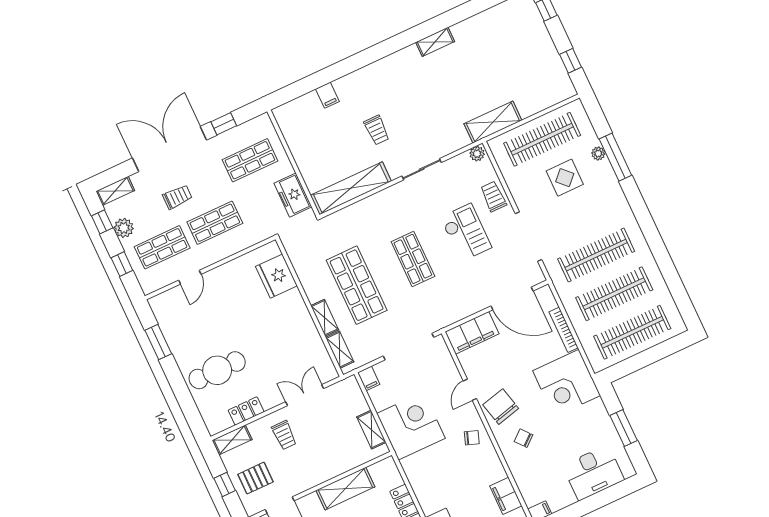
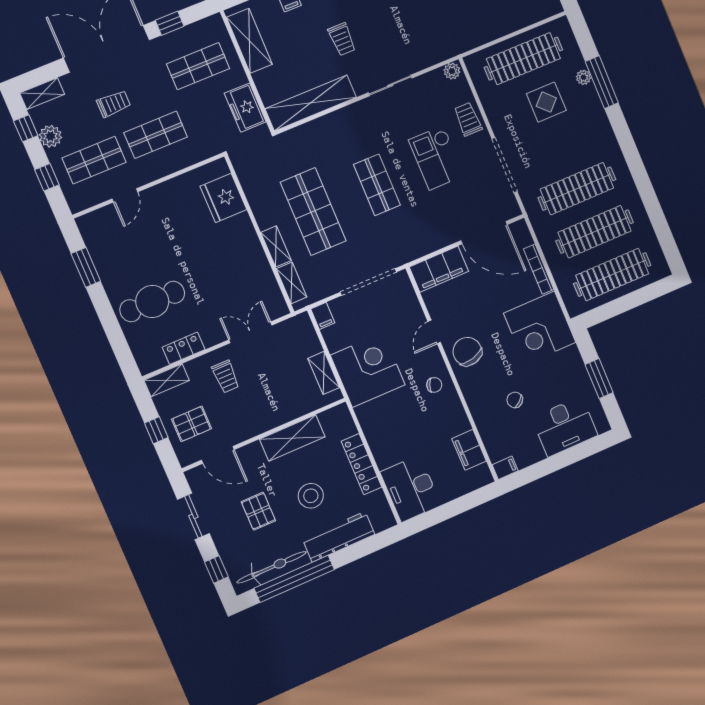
shelving: (493, 122) -> (249, 41), moved, turned 90
checkout: (466, 232) -> (436, 158), turned 180
chair: (524, 438) -> (515, 400), moved

